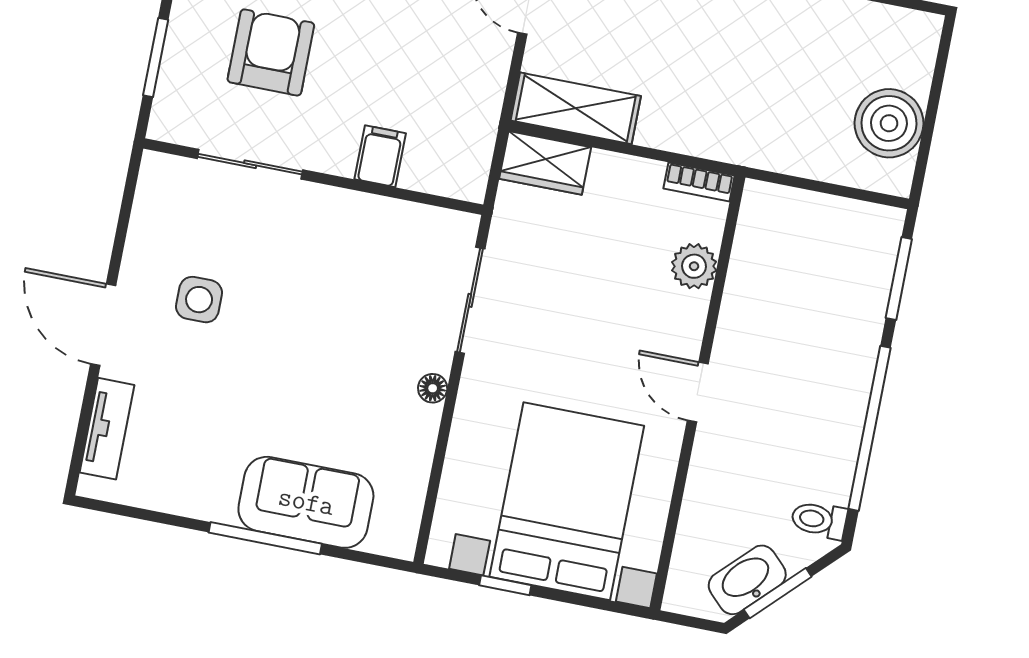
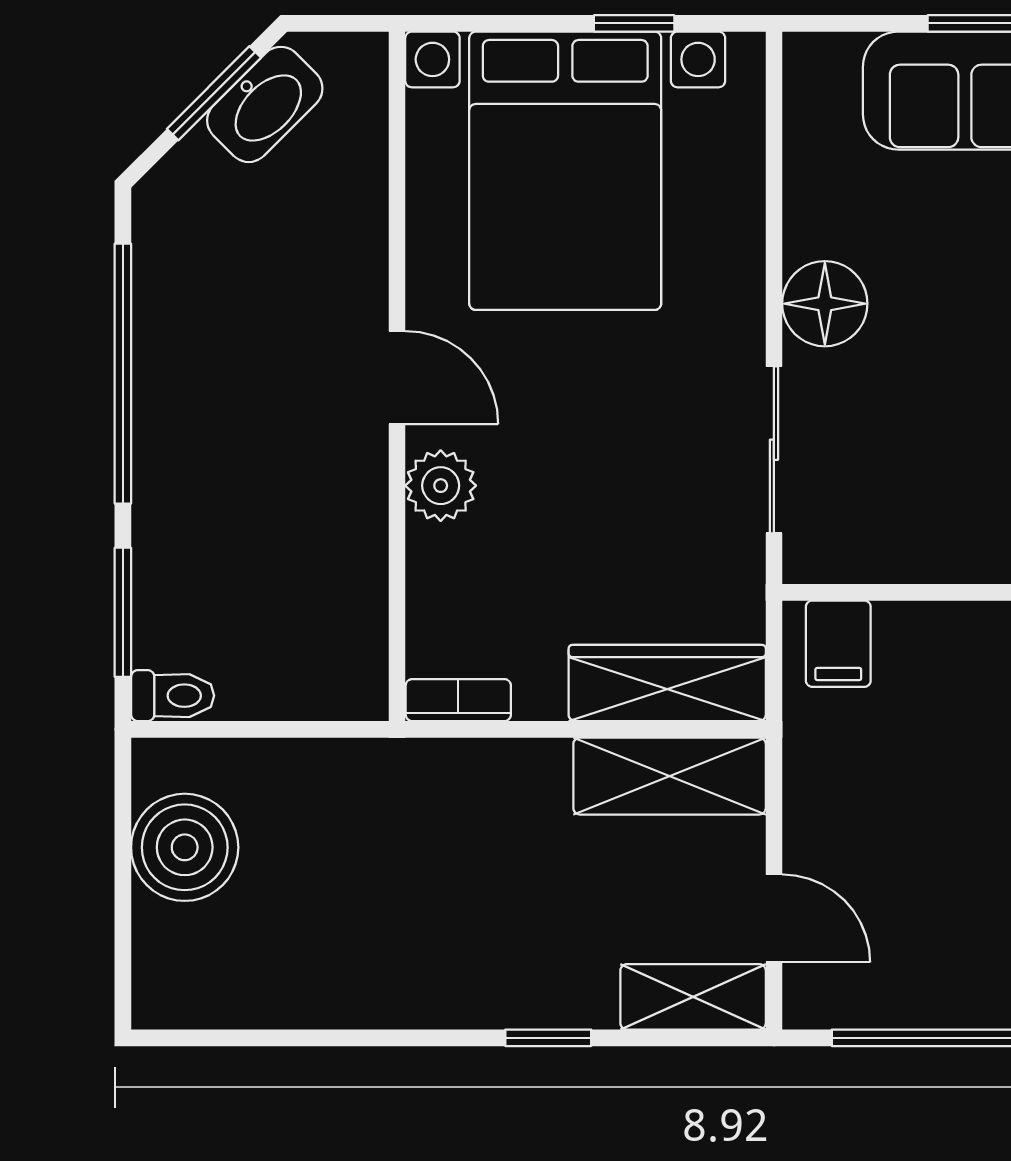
filing cabinet: (380, 156) -> (838, 644), moved
wardrobe: (545, 163) -> (667, 683), width x1.50
plant: (694, 266) -> (441, 486), moved
floor lamp: (433, 388) -> (825, 304), width x1.89, depth x1.89
toilet: (819, 520) -> (173, 696), moved

